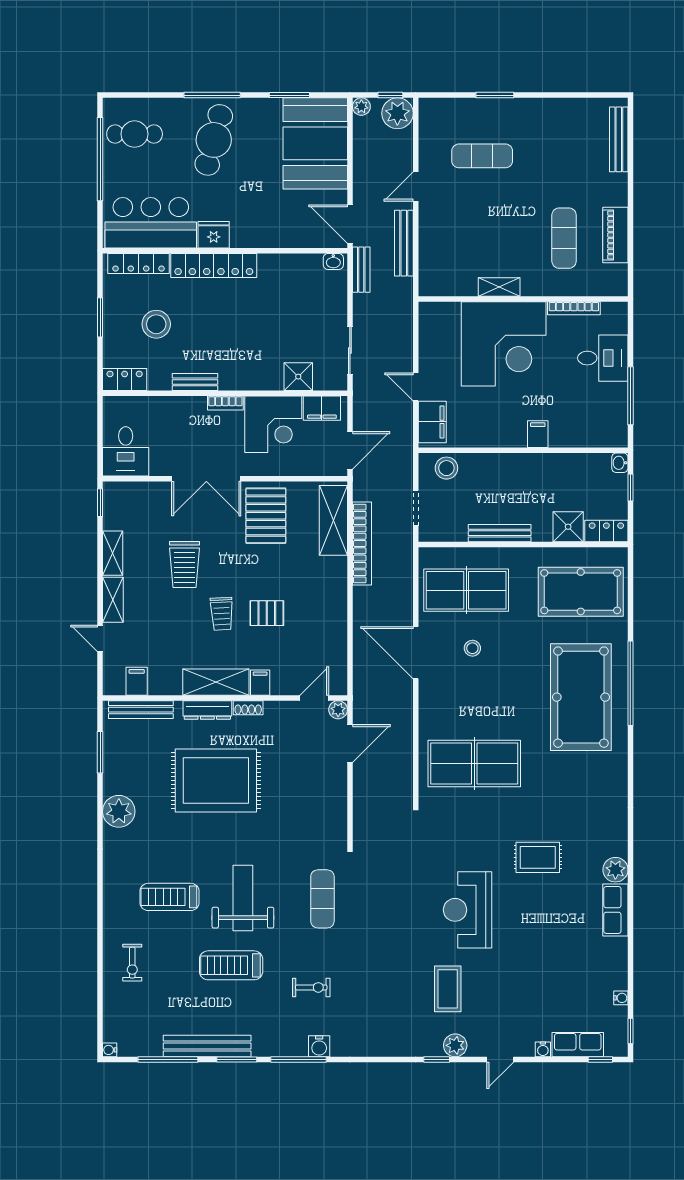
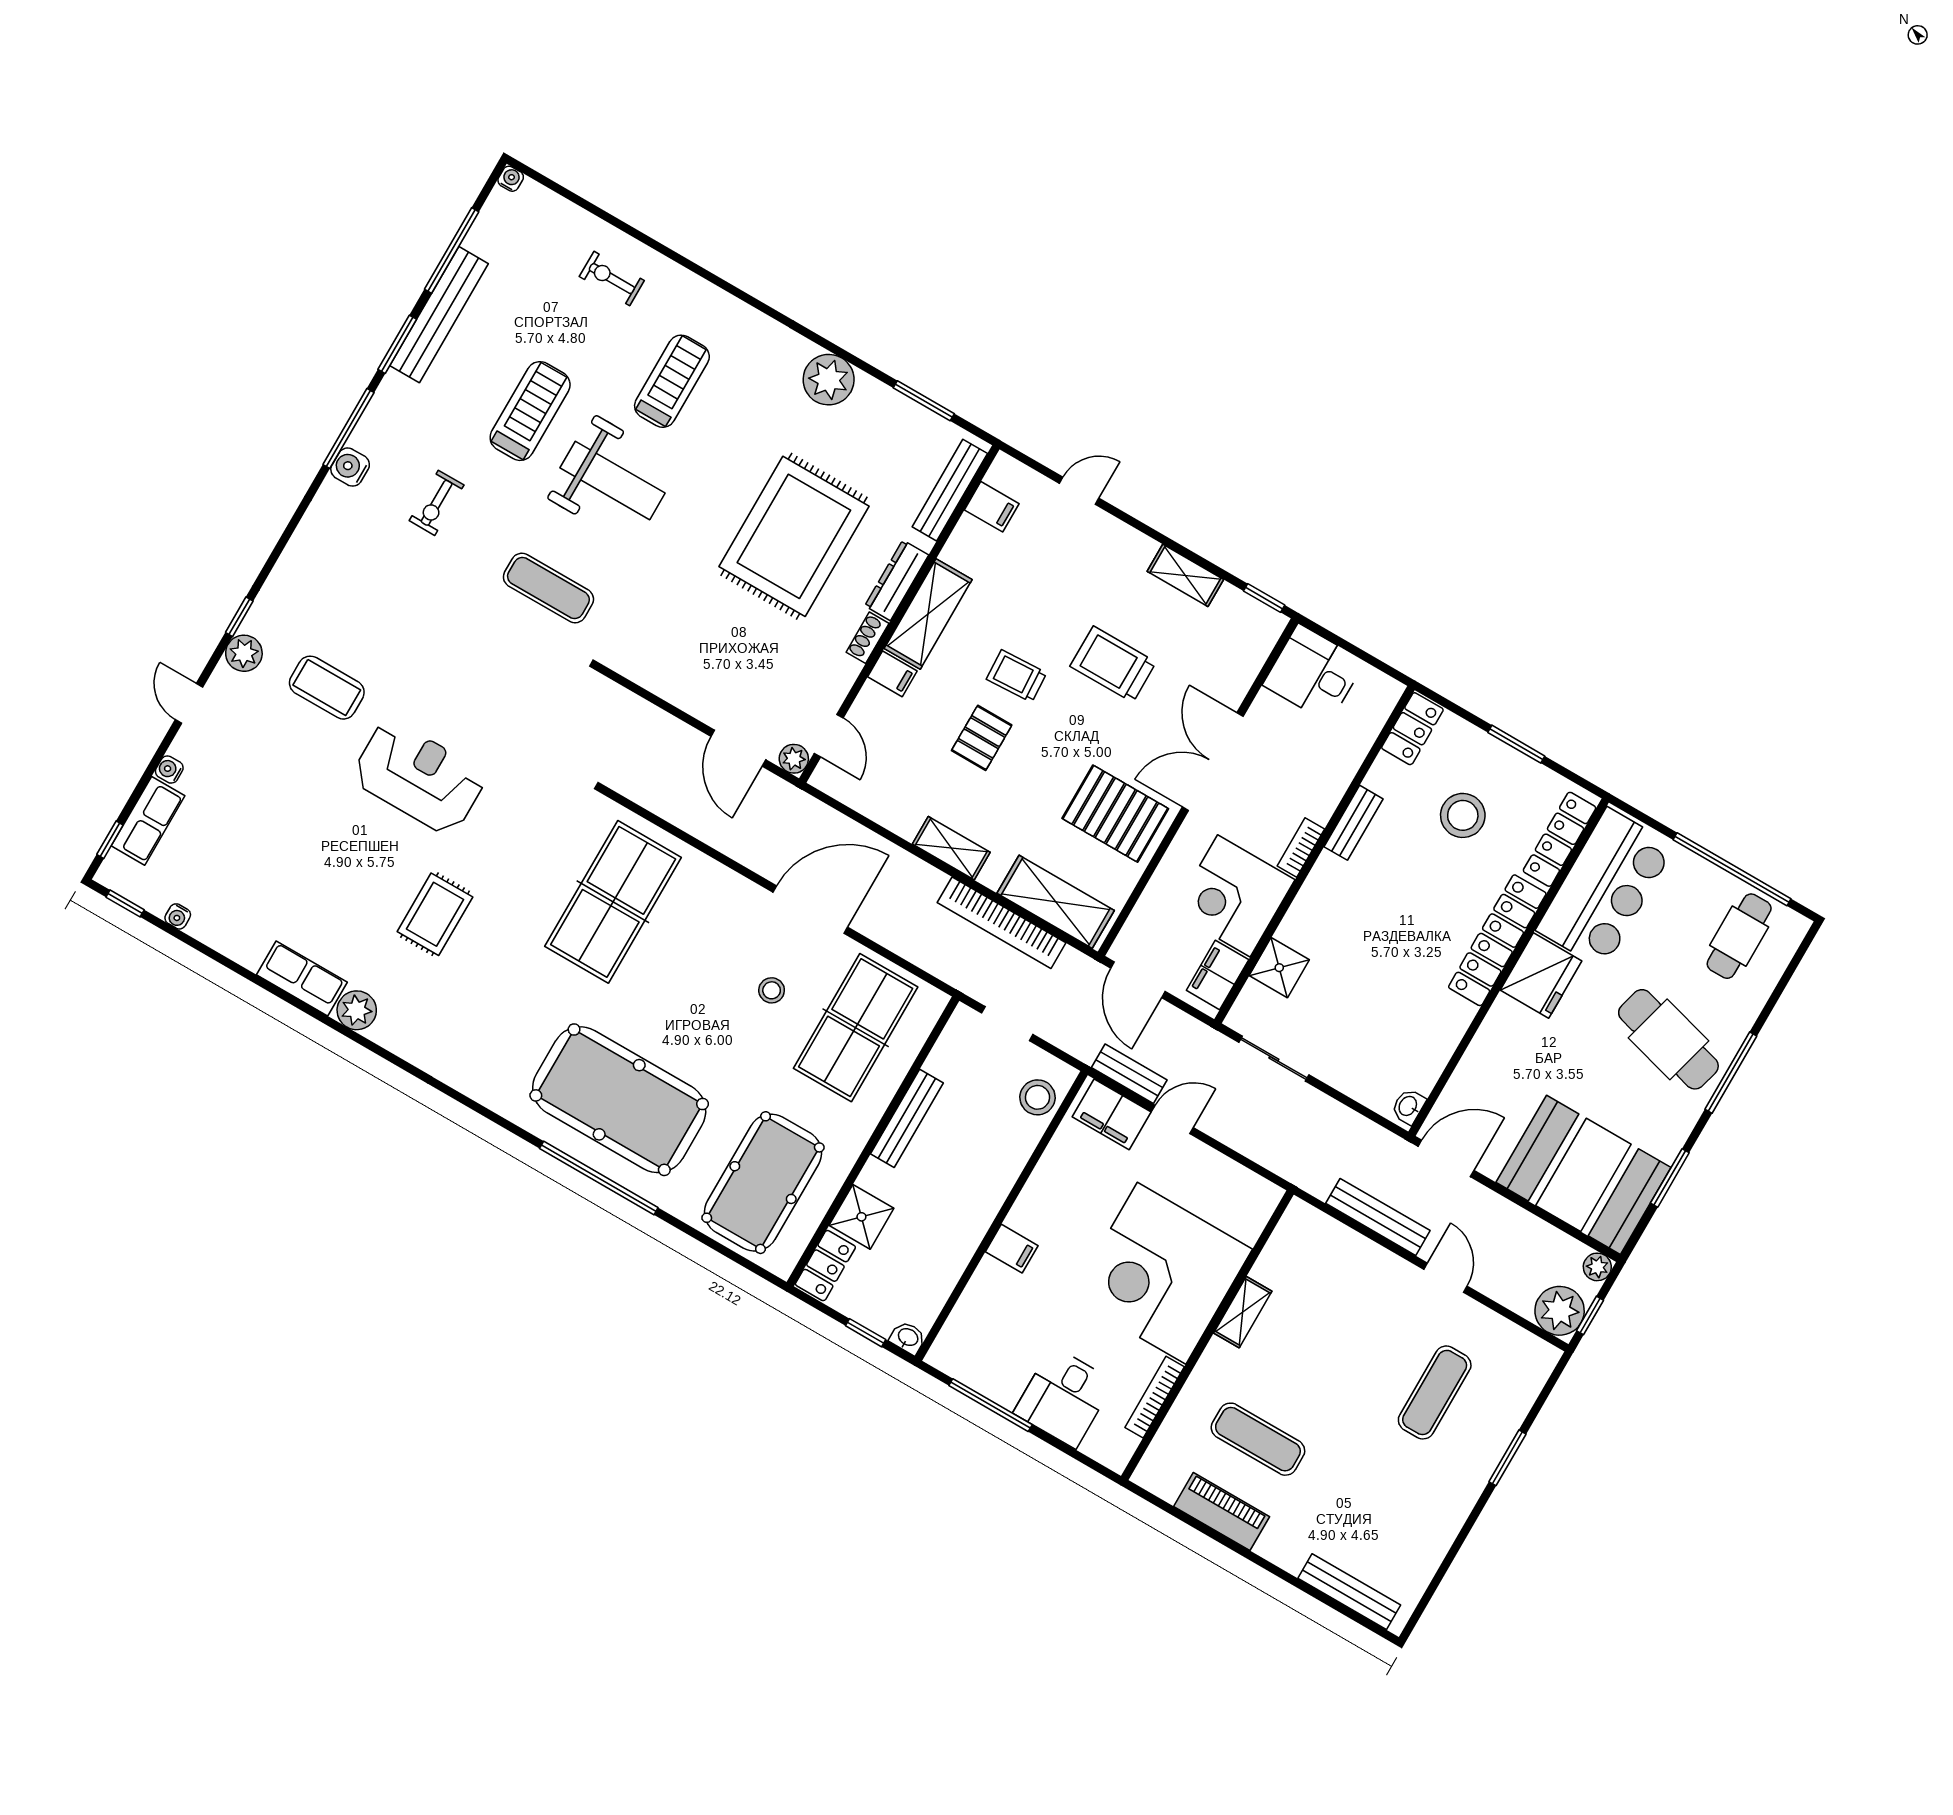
fridge: (214, 235) -> (1541, 975), width x1.36, depth x1.34
bench: (361, 270) -> (1129, 1074), moved
shelving: (113, 600) -> (951, 848), moved

